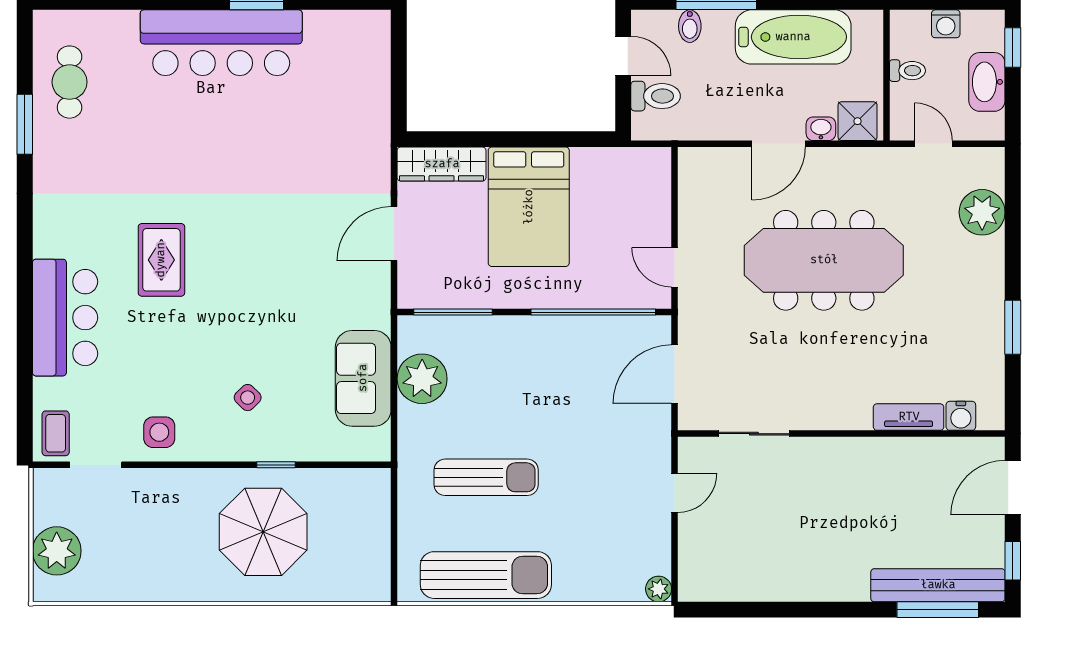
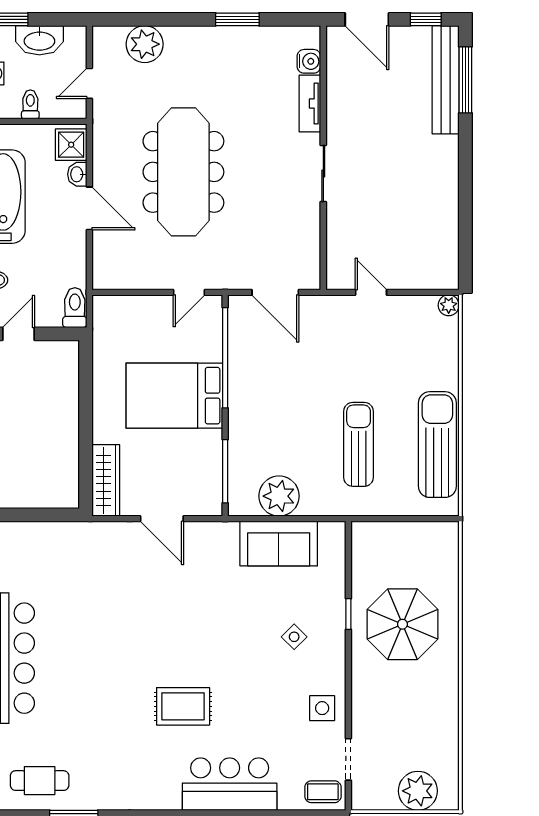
toilet: (656, 96) -> (75, 308), moved
bed: (529, 207) -> (174, 396), moved, turned 180
sliding door: (754, 434) -> (323, 174), moved

